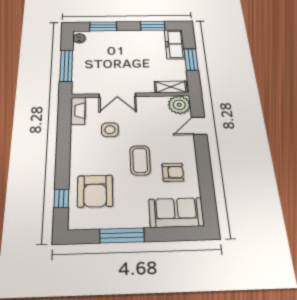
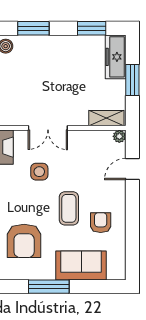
plant: (179, 105) -> (119, 136), width x0.53, depth x0.53
armchair: (173, 172) -> (101, 223), turned -90
sofa: (176, 213) -> (81, 266), moved

